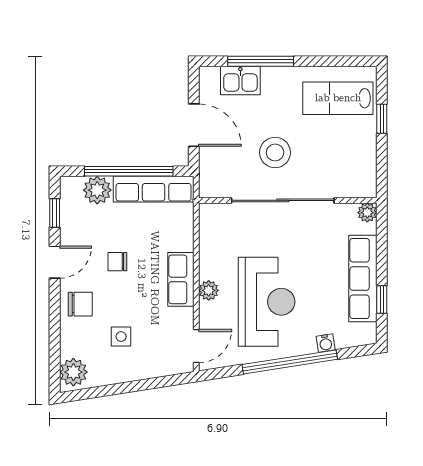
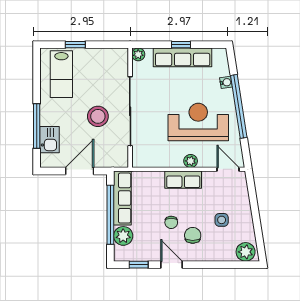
window: (382, 299) -> (181, 45), moved
chair: (80, 304) -> (193, 235), moved

